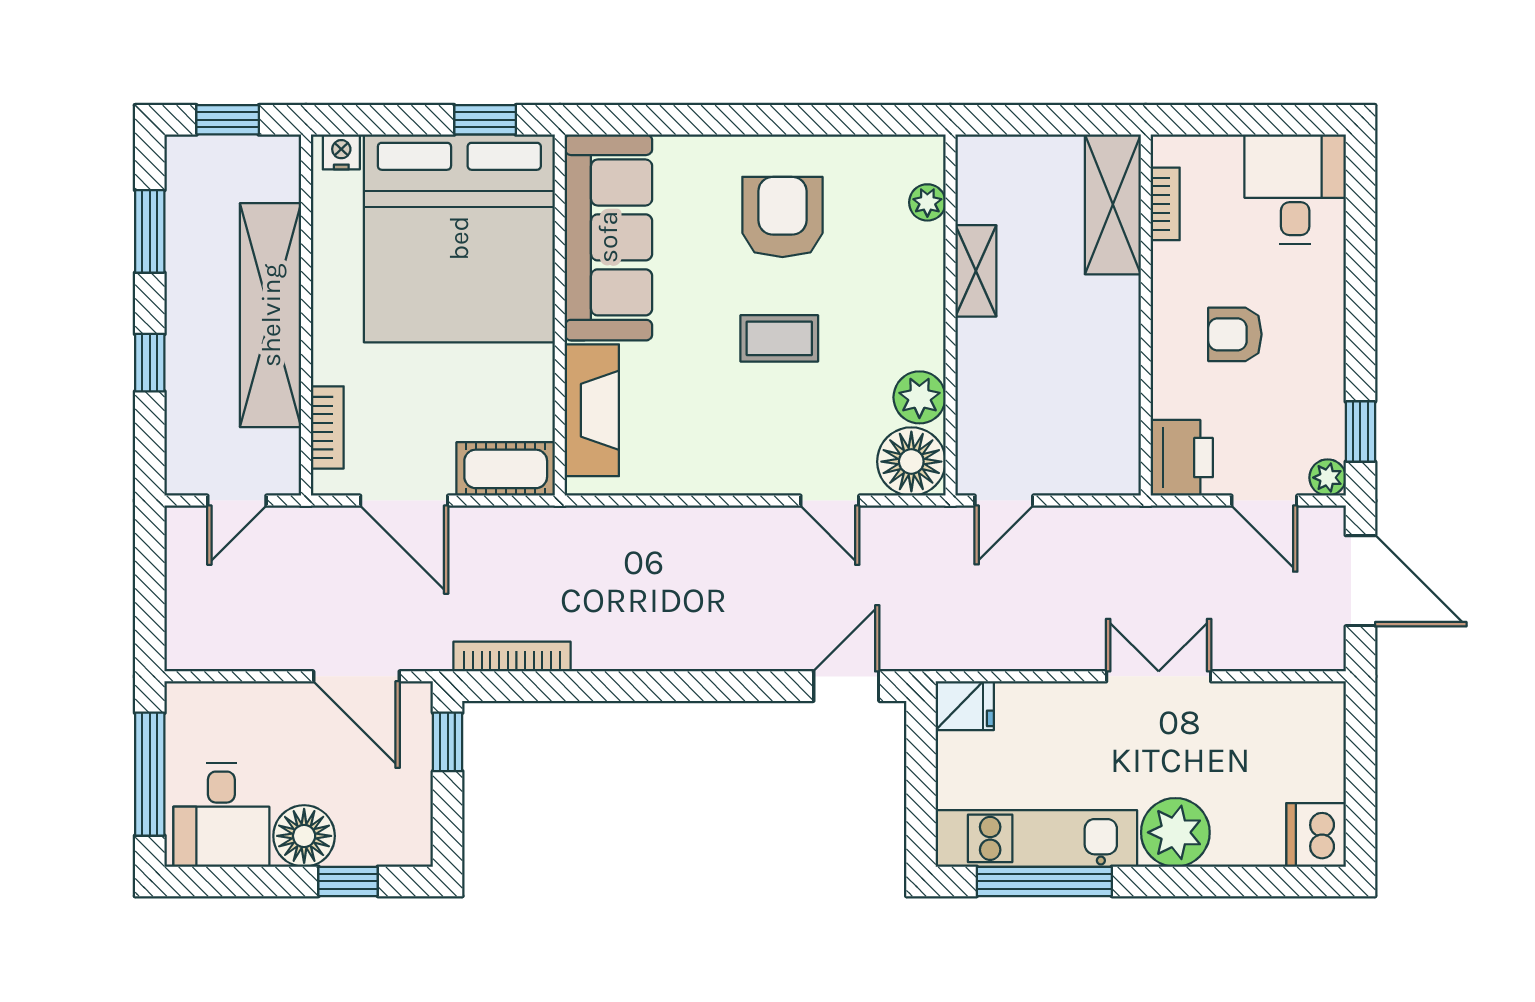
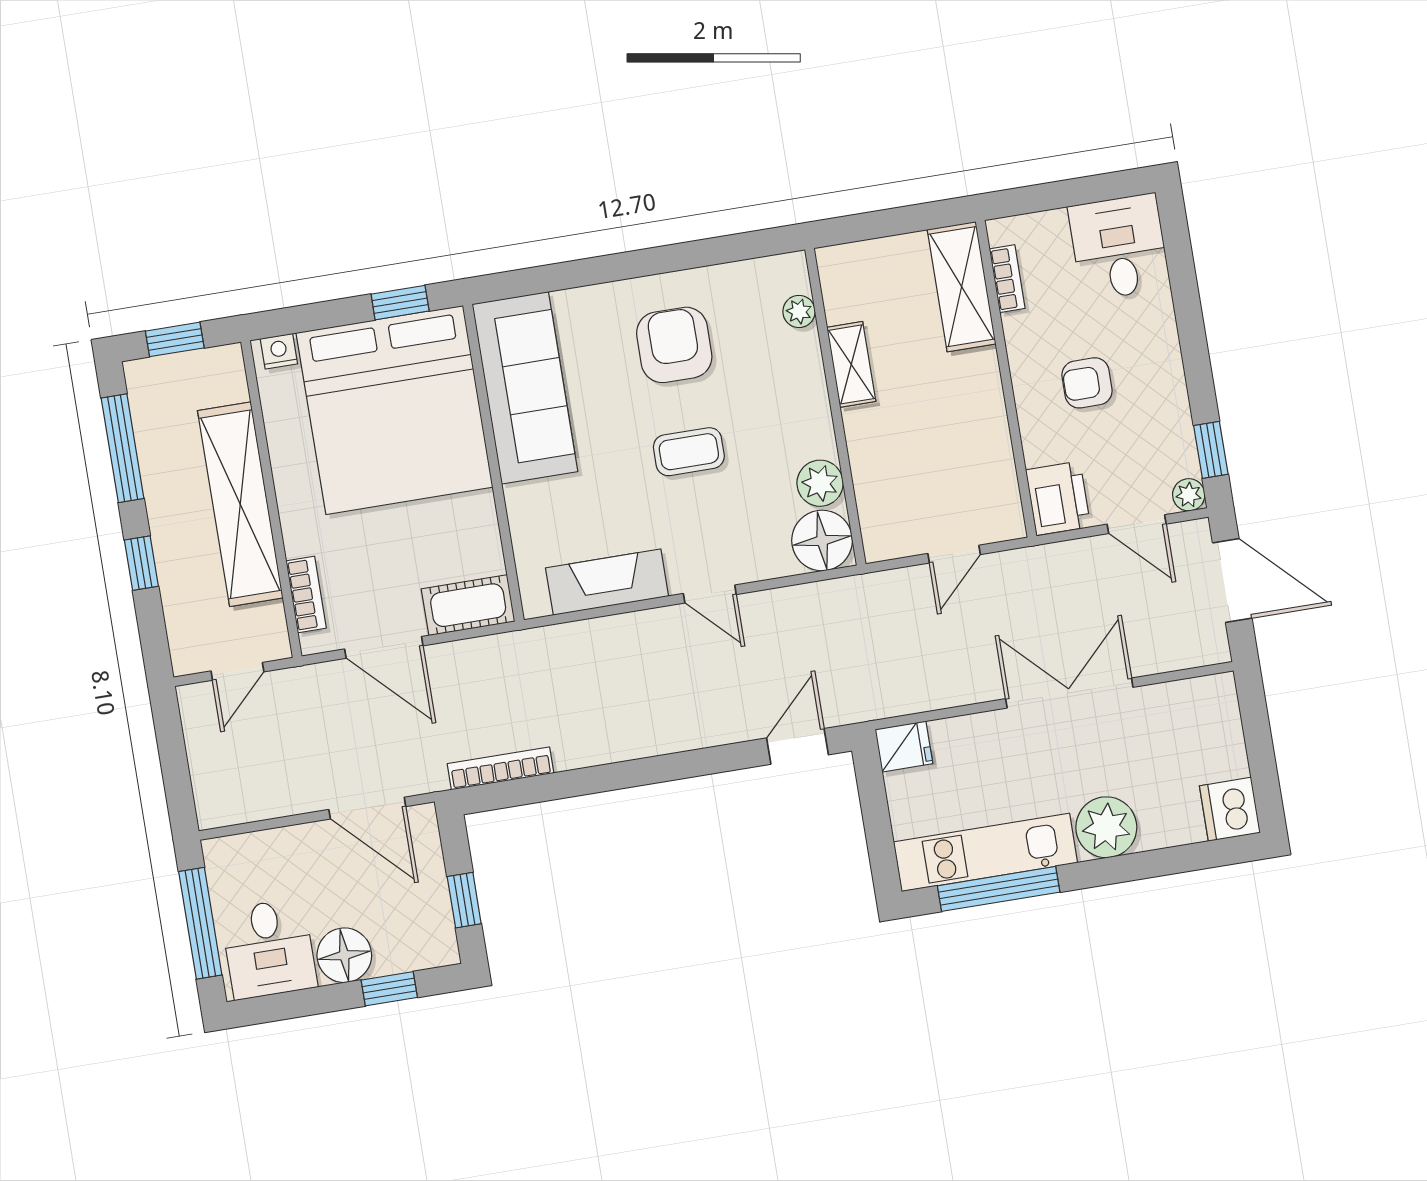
window: (150, 231) -> (123, 448), width x1.44
fireplace: (592, 410) -> (607, 582), moved, turned -90
door: (830, 501) -> (710, 594), moved
door: (1004, 501) -> (954, 554), moved
double door: (1159, 676) -> (1069, 693), width x1.37
window: (448, 742) -> (464, 900), moved

